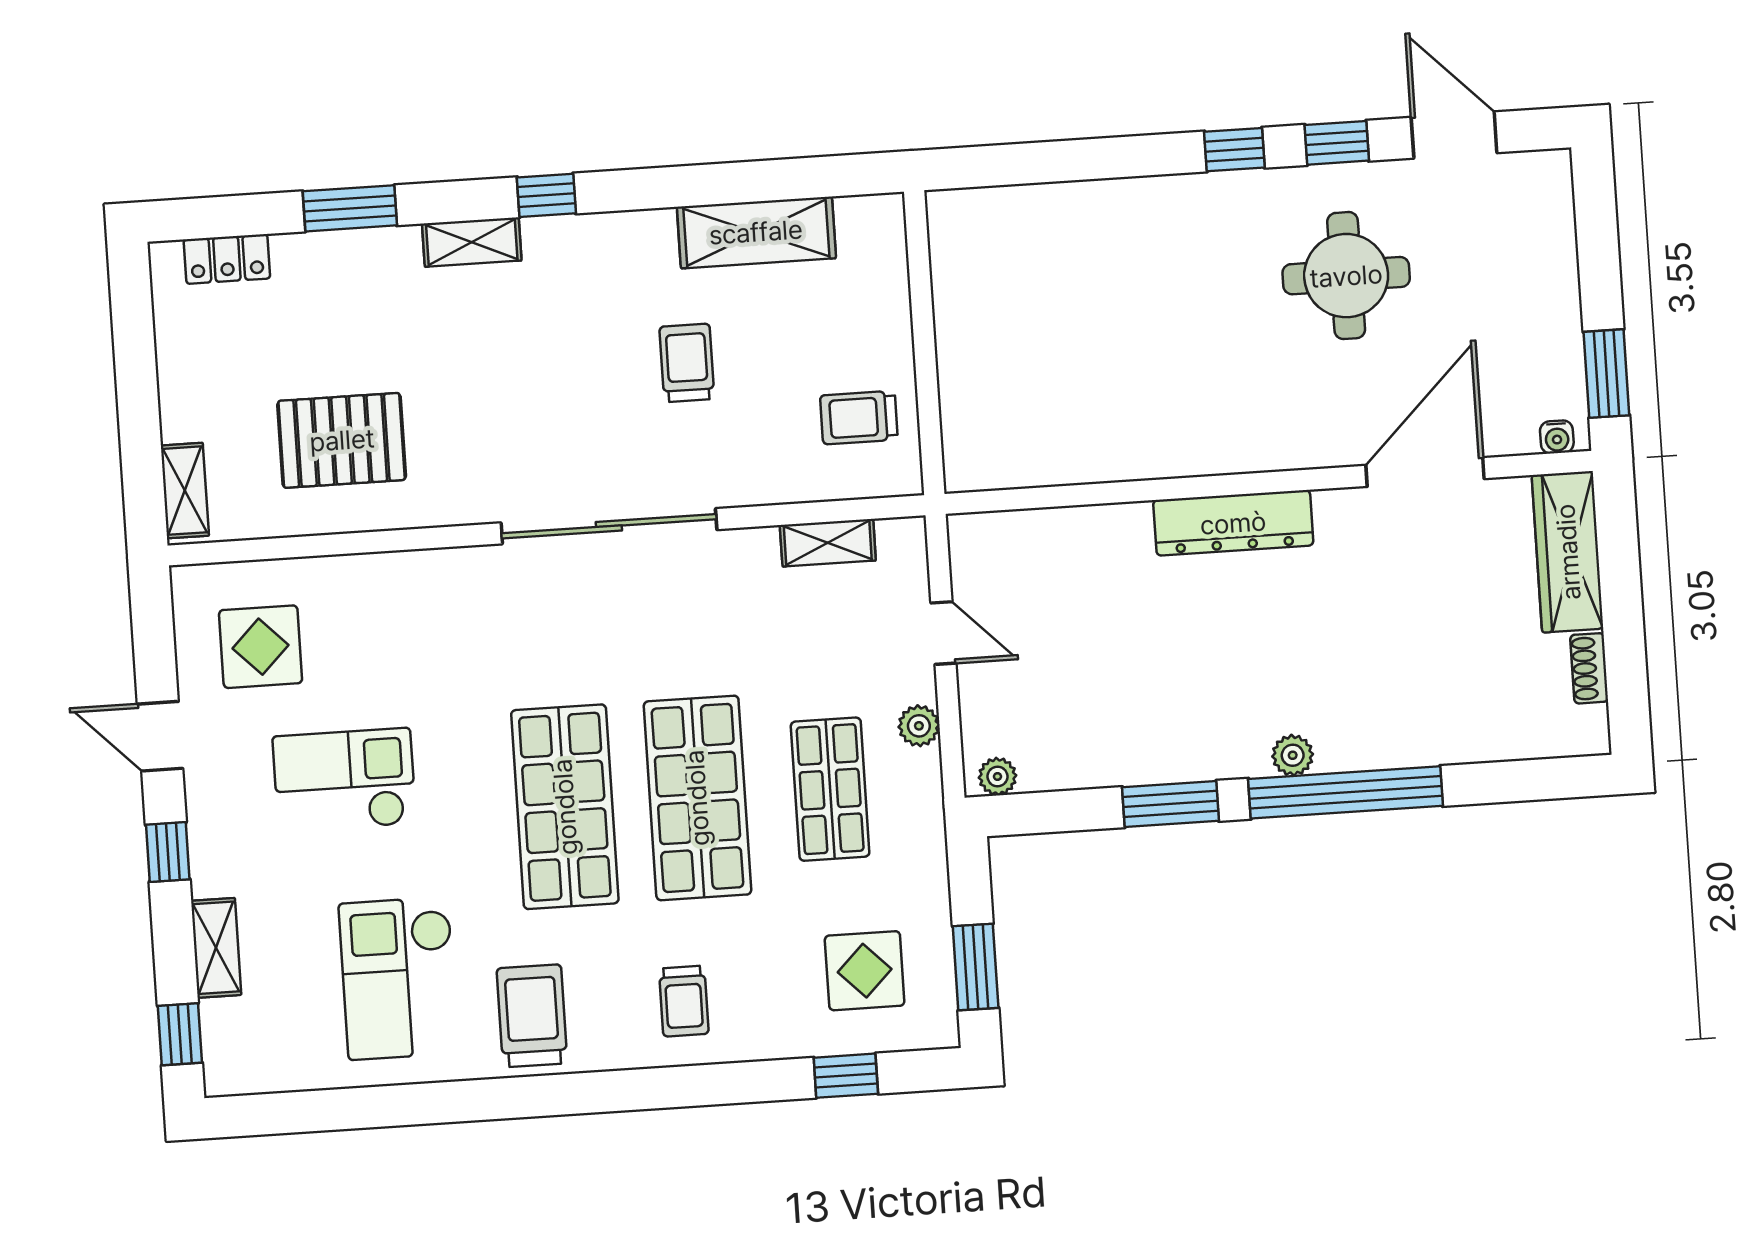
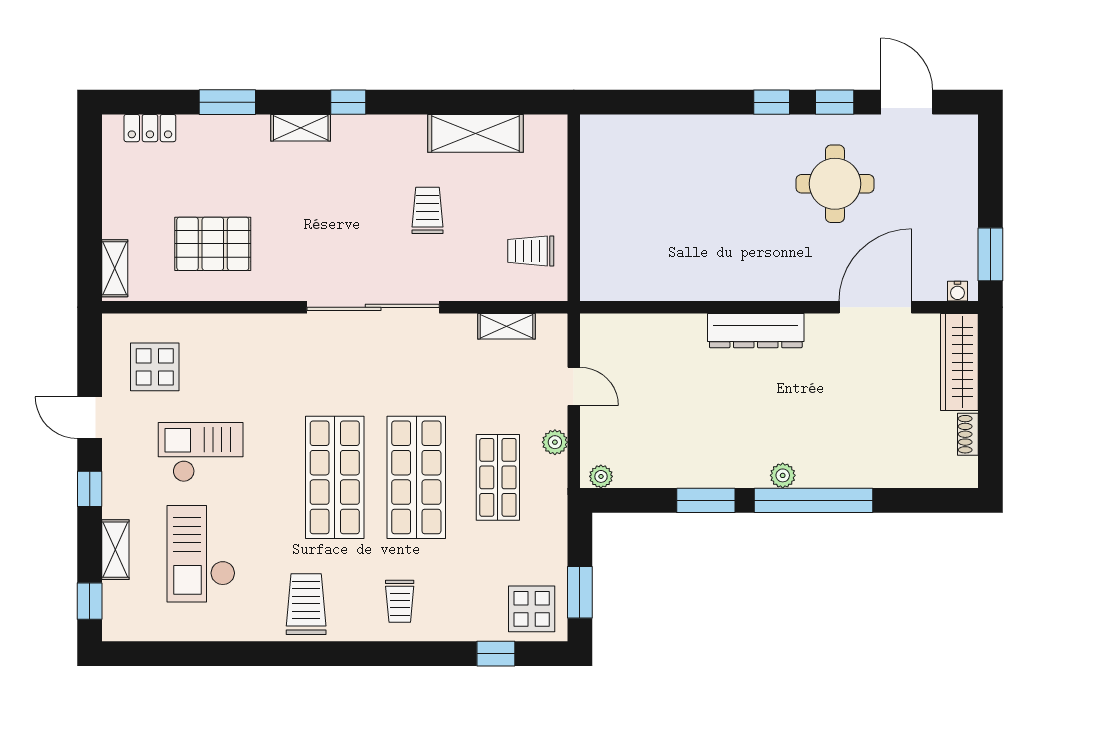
display table: (865, 971) -> (532, 609), moved
checkout: (399, 978) -> (201, 554), moved

